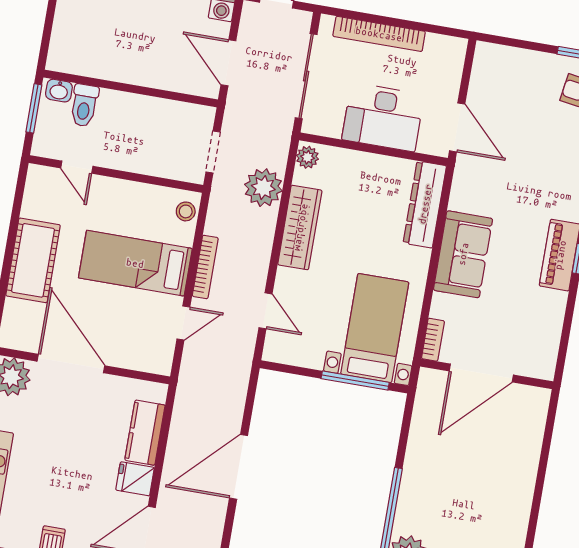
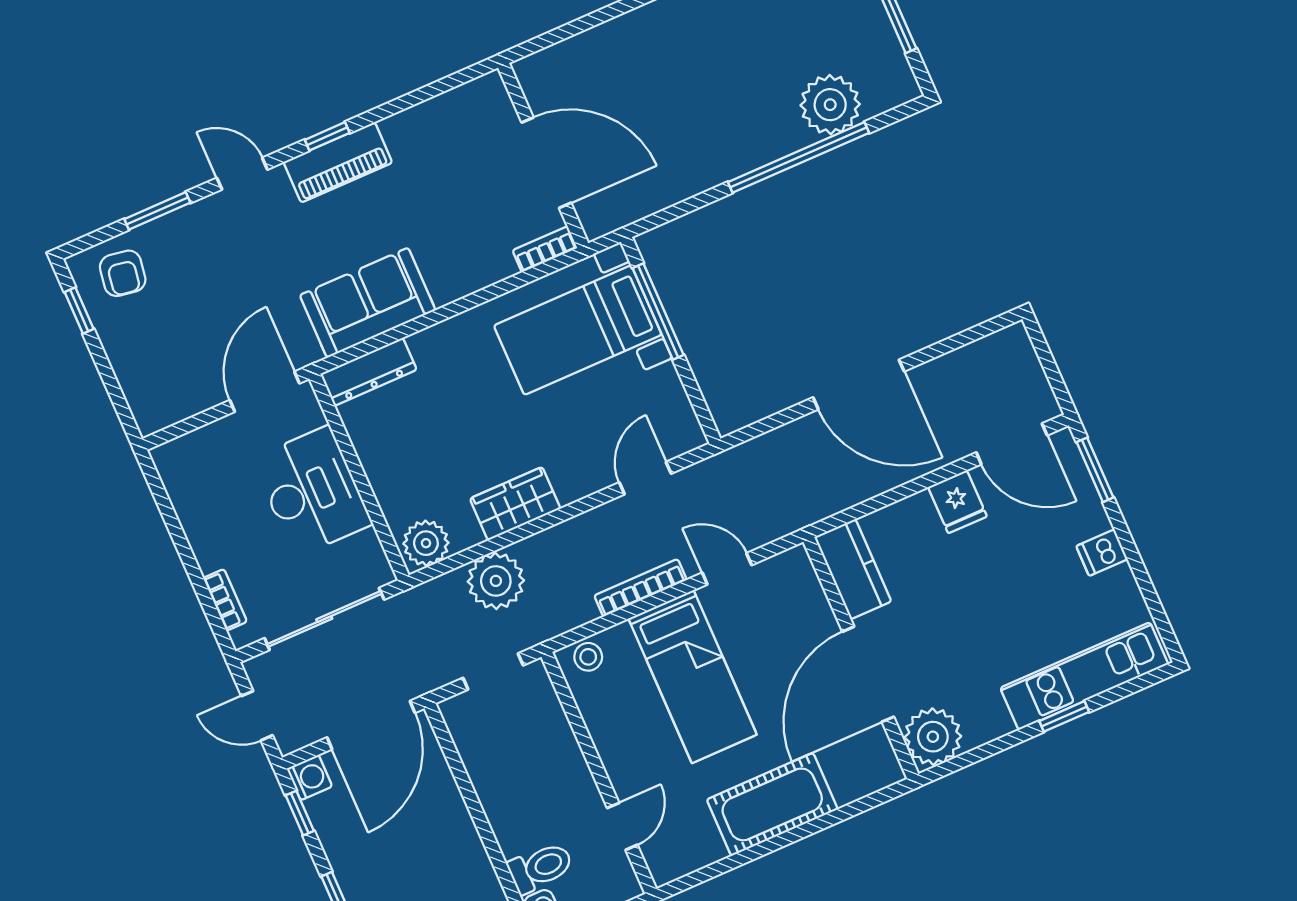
bookcase: (379, 34) -> (225, 600), width x0.43, depth x0.76
door: (228, 63) -> (371, 725), width x1.36
plant: (307, 157) -> (426, 543), width x1.38, depth x1.38
dresser: (425, 204) -> (369, 372), width x0.73, depth x0.80
wardrobe: (300, 227) -> (515, 504), width x0.67
sofa: (463, 254) -> (368, 303), moved
kitchen counter: (145, 433) -> (853, 569), moved, turned -90

